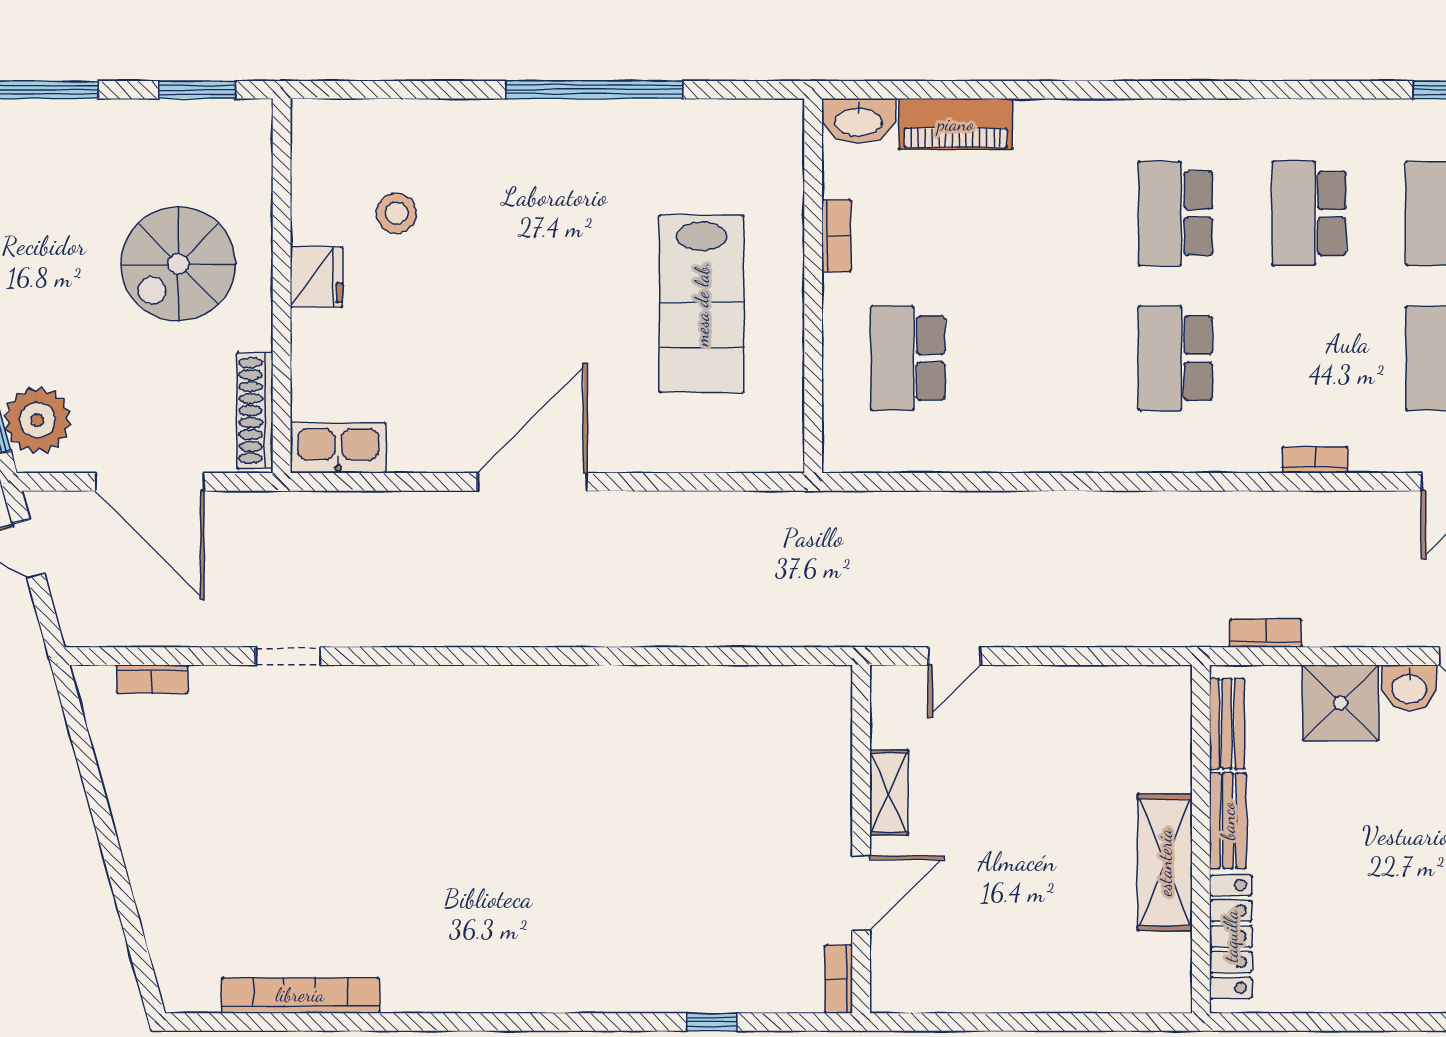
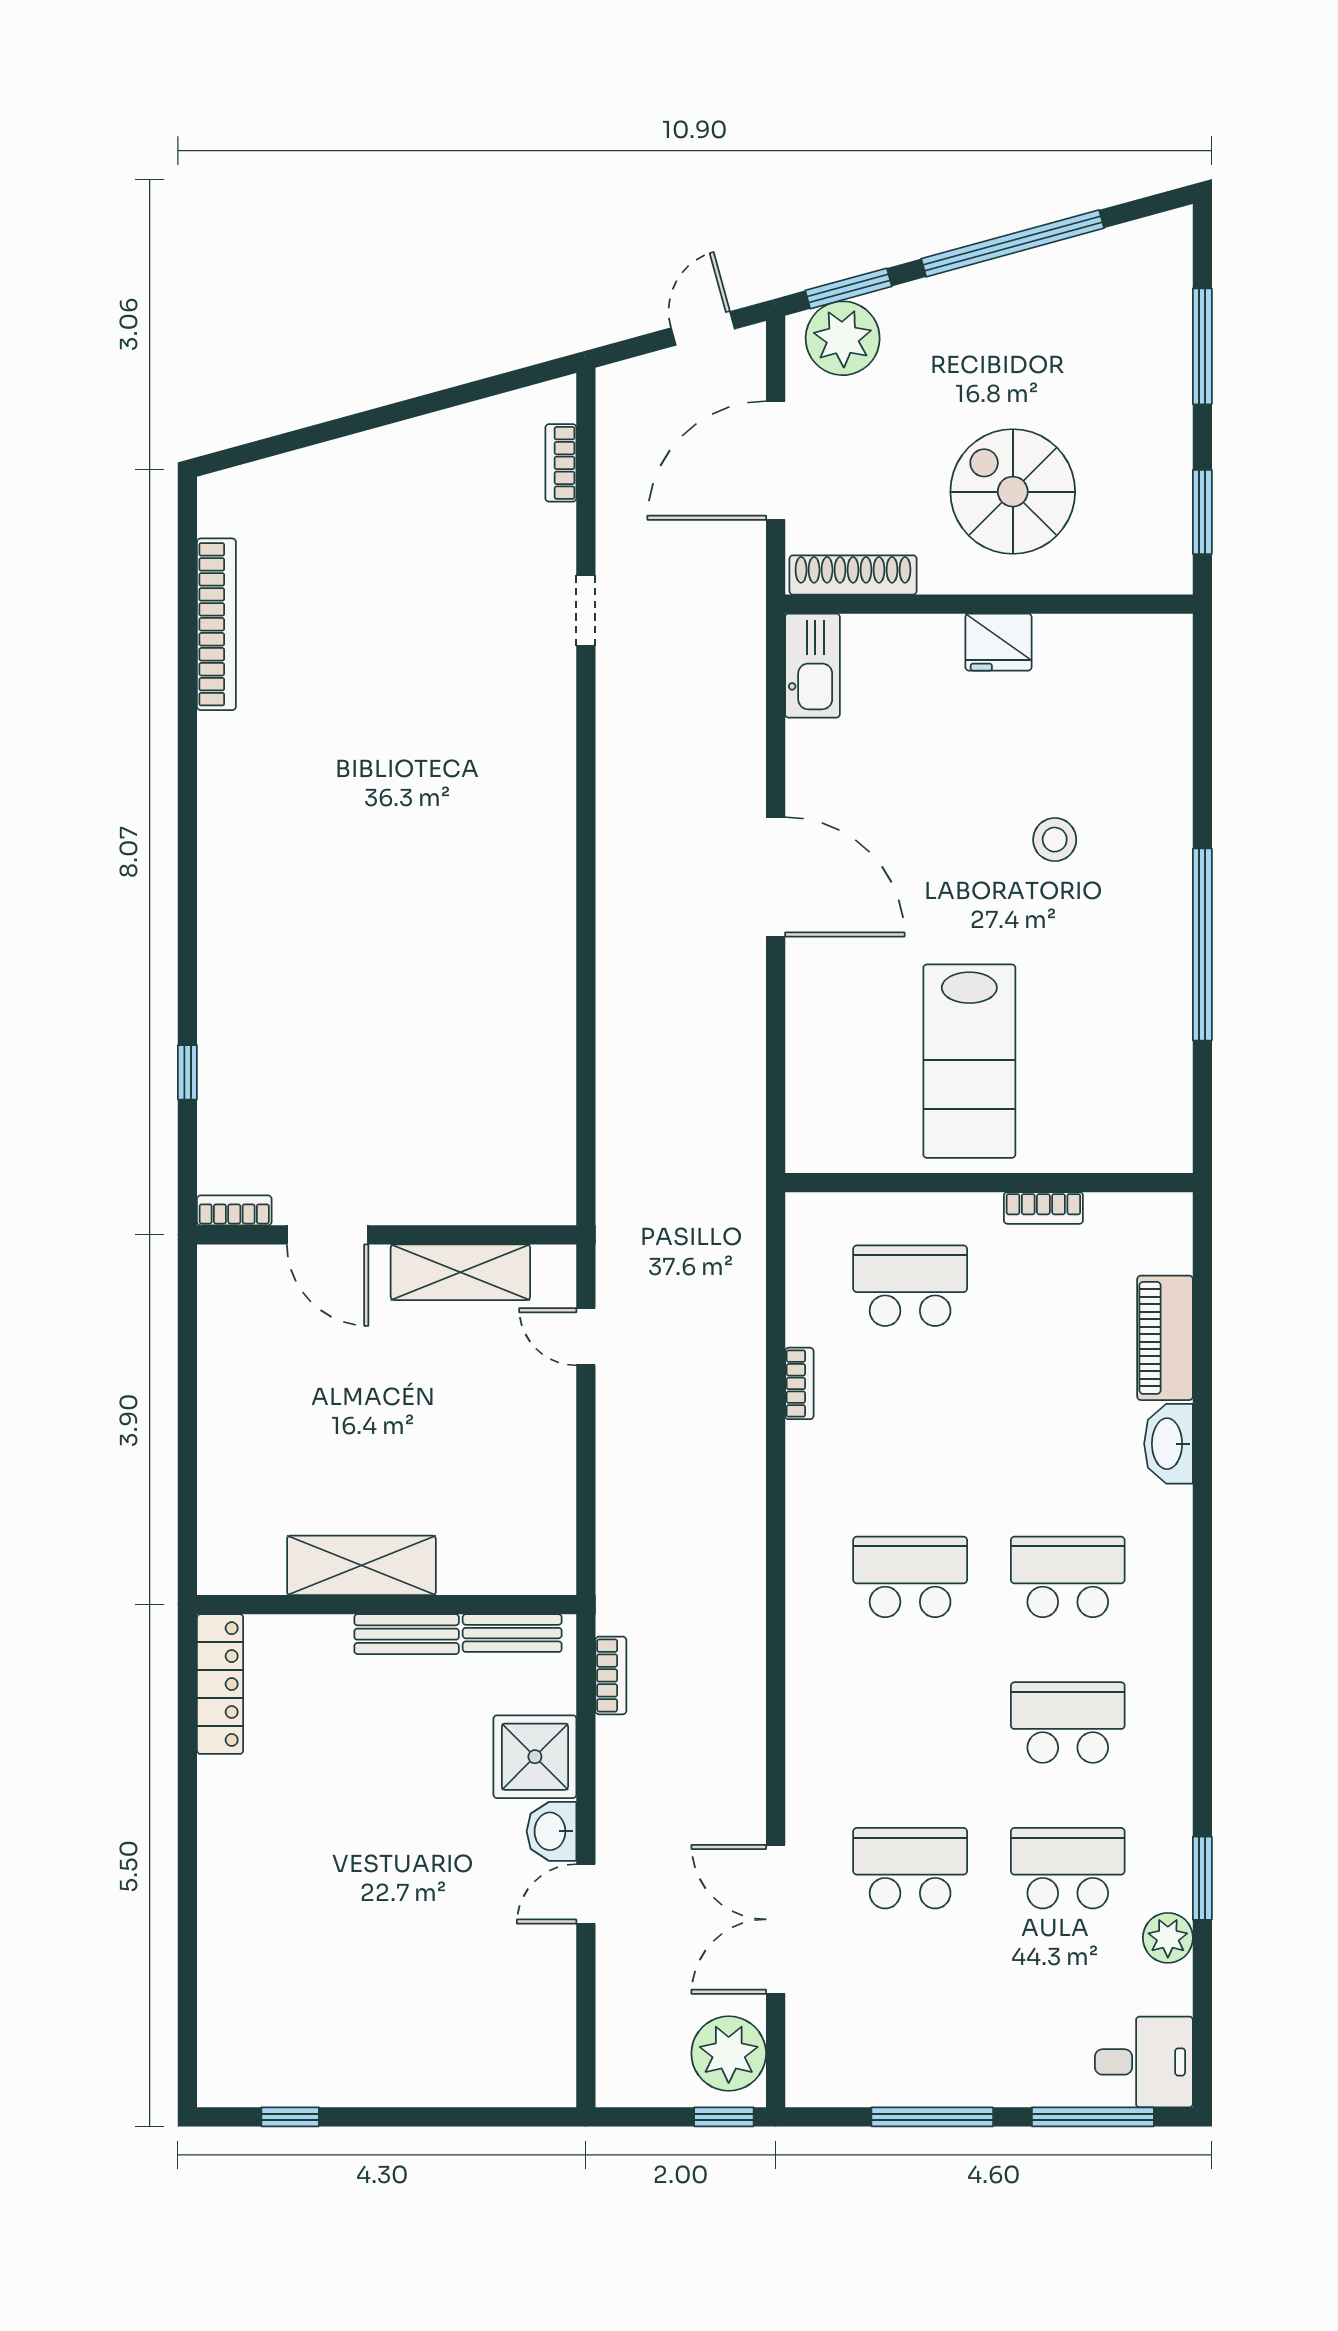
washbasin: (858, 121) -> (1168, 1444), moved
stool: (397, 213) -> (1055, 840), moved
lab bench: (702, 304) -> (969, 1061), turned -90
bookcase: (1315, 460) -> (799, 1383), moved
shelving: (889, 793) -> (460, 1272), width x1.50, depth x1.33
locker: (1231, 936) -> (220, 1684), moved, turned -90

